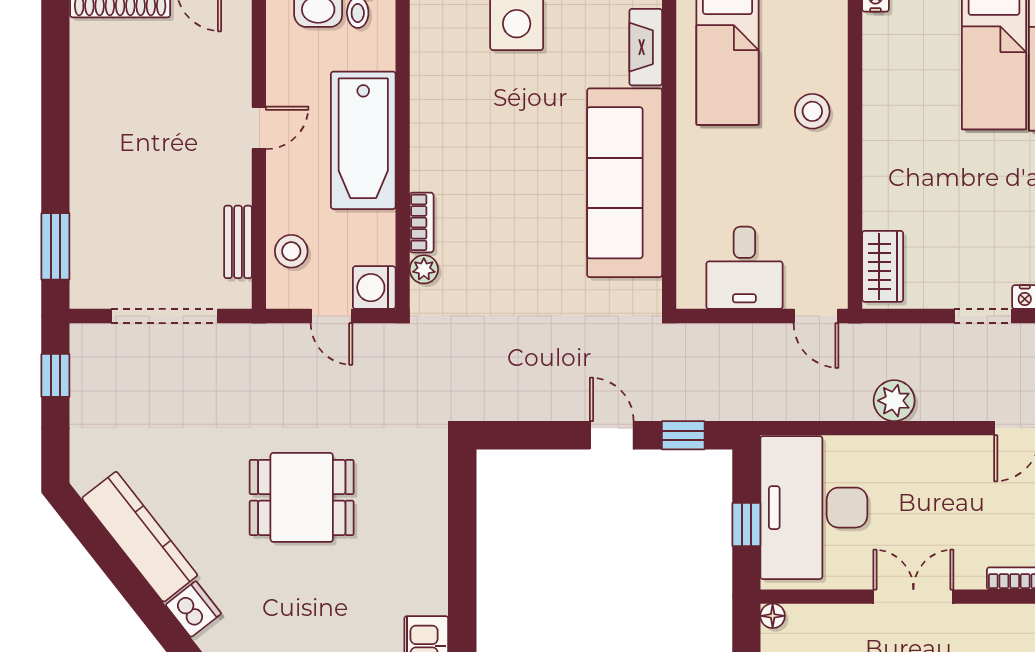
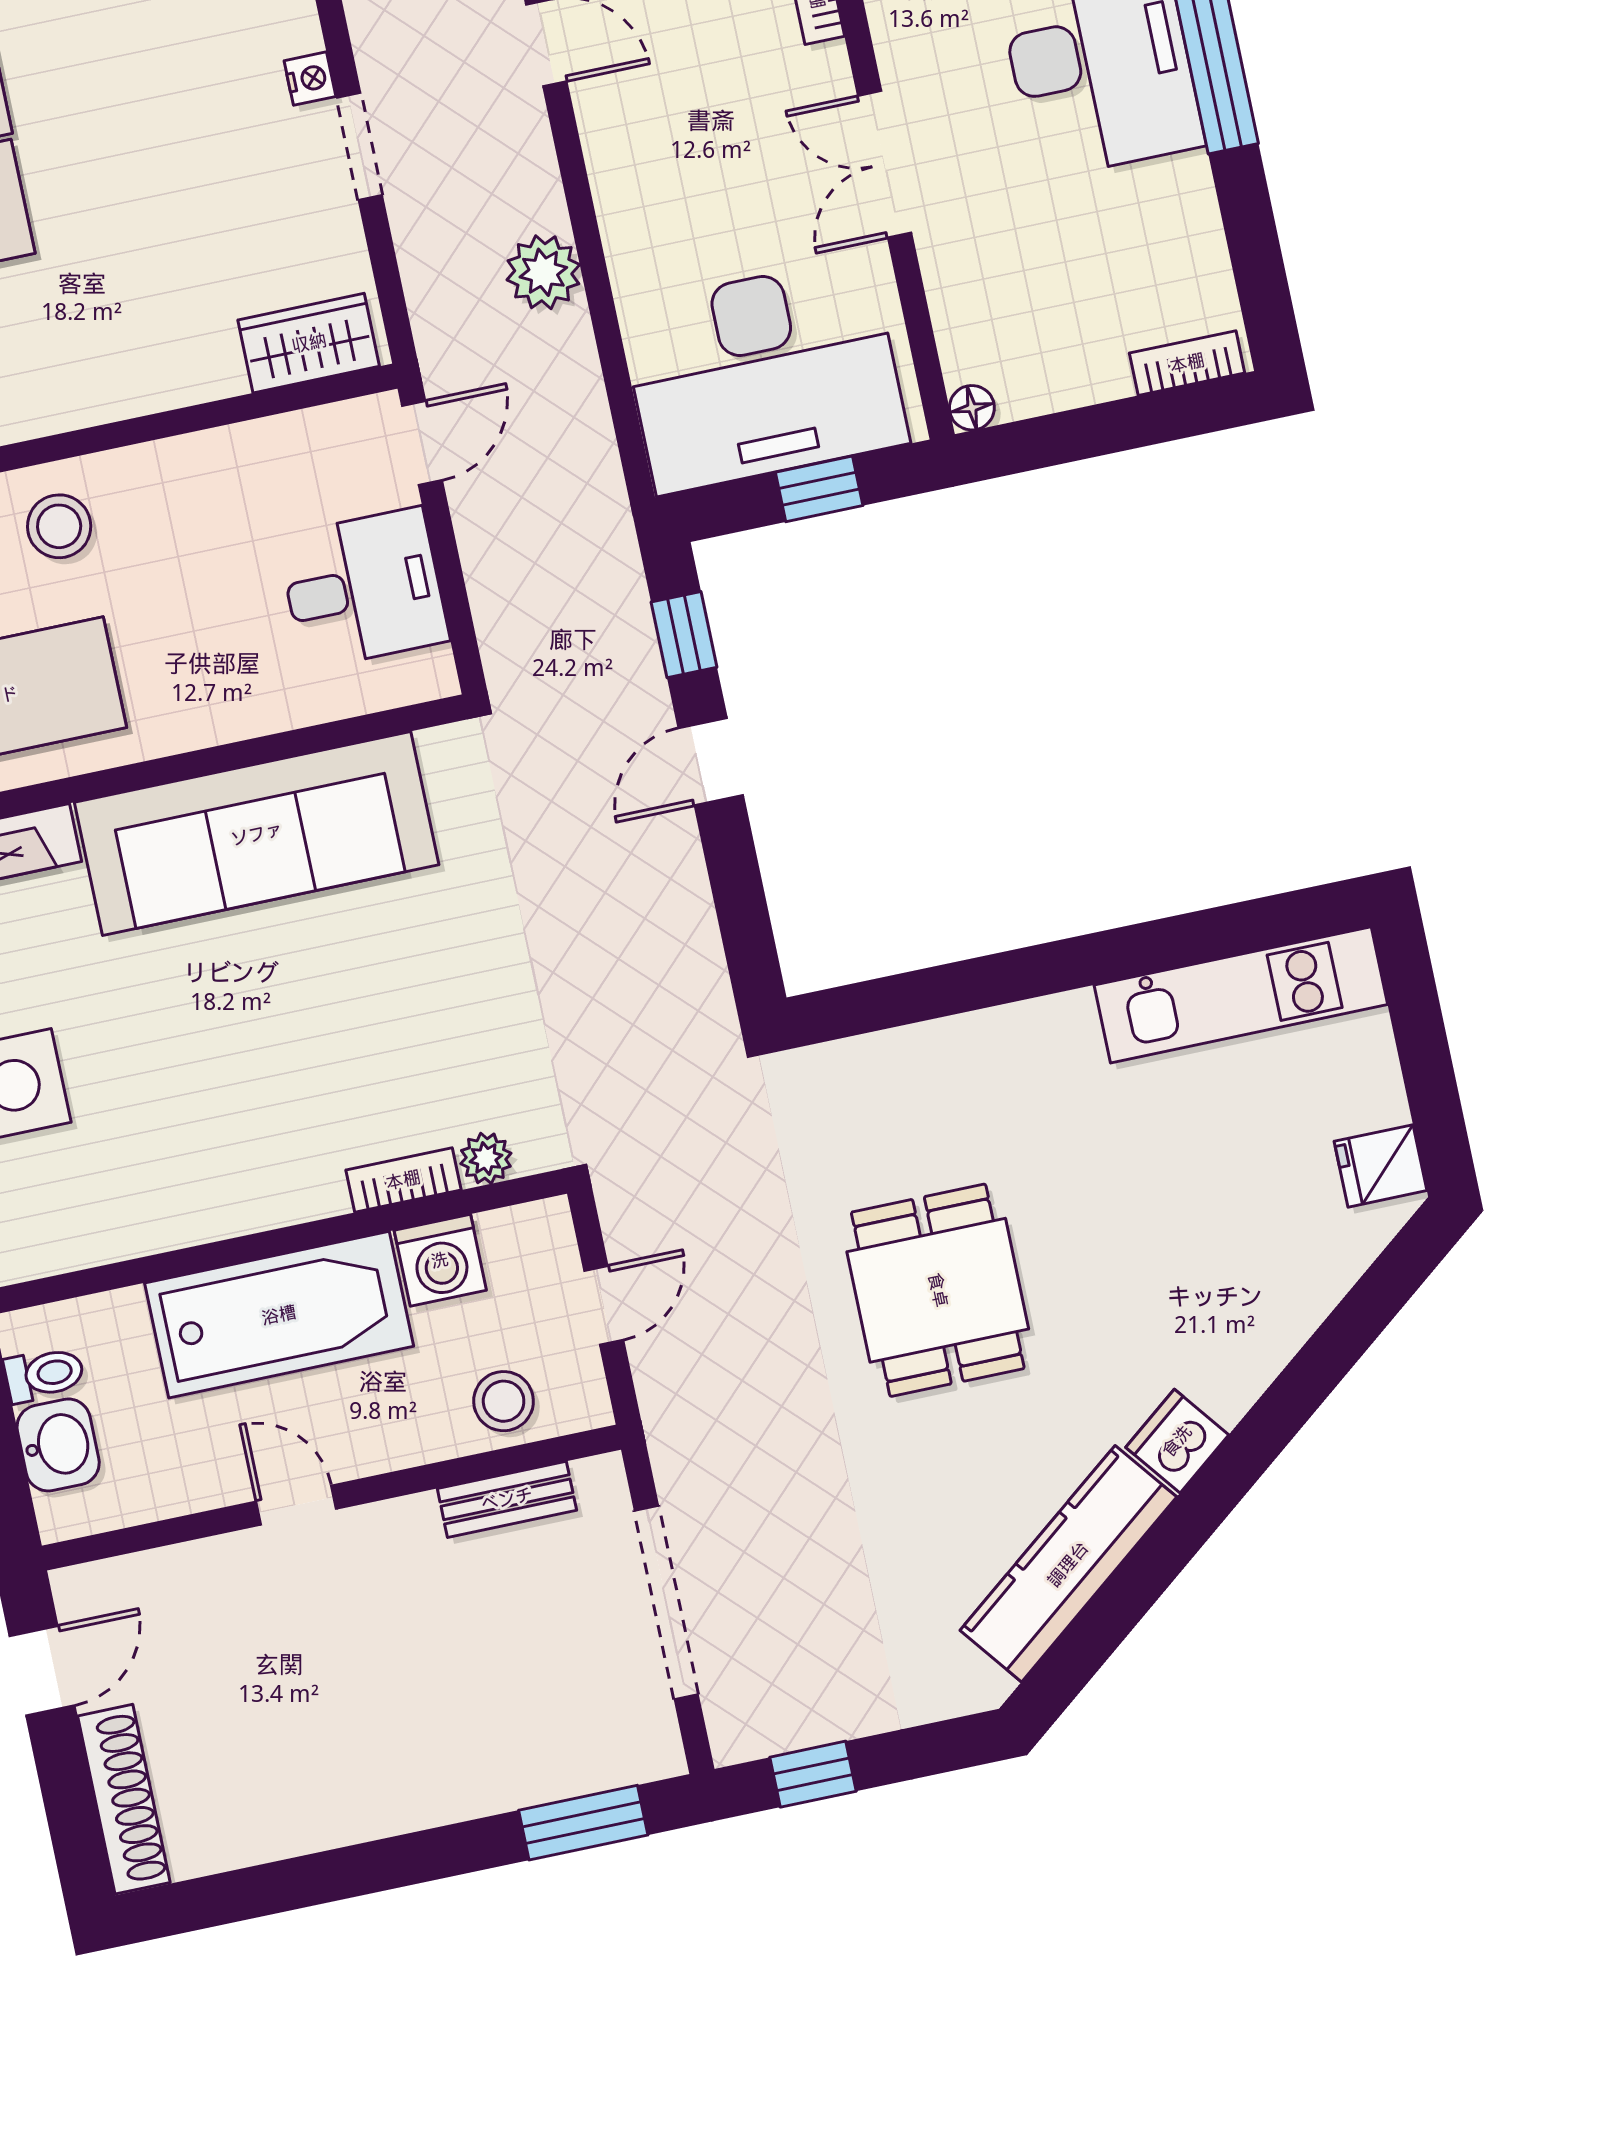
washing machine: (374, 288) -> (440, 1260), moved

